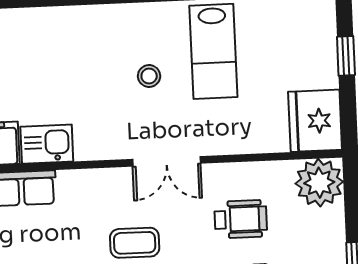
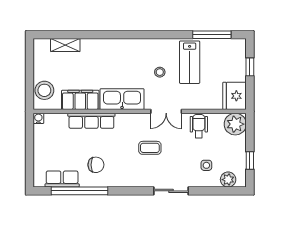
kitchen sink: (47, 144) -> (122, 99), width x1.87, depth x1.24
wheelchair: (241, 219) -> (199, 126), moved, turned -90

